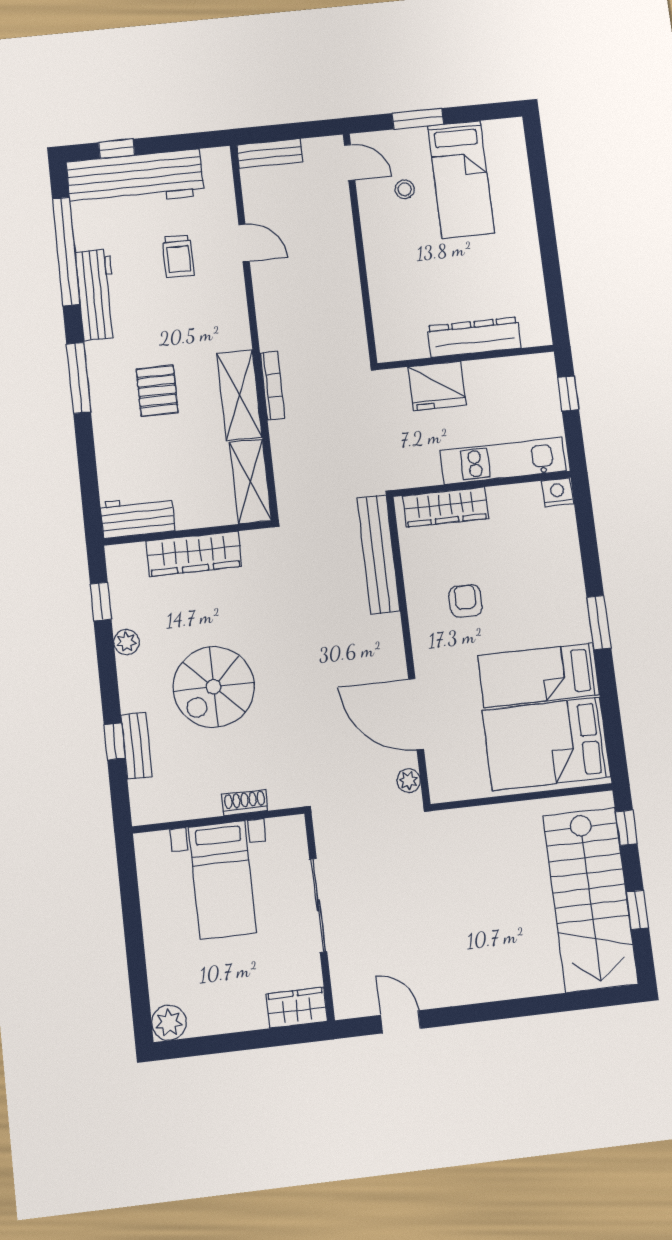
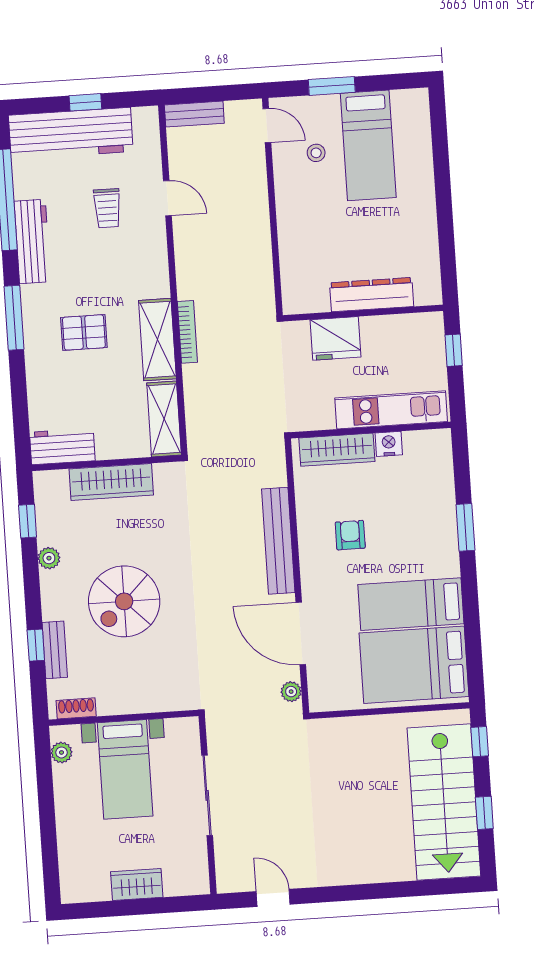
window: (117, 149) -> (85, 102), moved
pallet: (157, 391) -> (84, 332), turned 90
nightstand: (557, 492) -> (389, 444), moved
bench: (378, 554) -> (278, 541), moved
window: (599, 623) -> (465, 527), moved
shoe rack: (245, 802) -> (76, 708), moved
wardrobe: (297, 1008) -> (137, 884), moved
plant: (169, 1023) -> (61, 752), moved, width x0.73, depth x0.73

